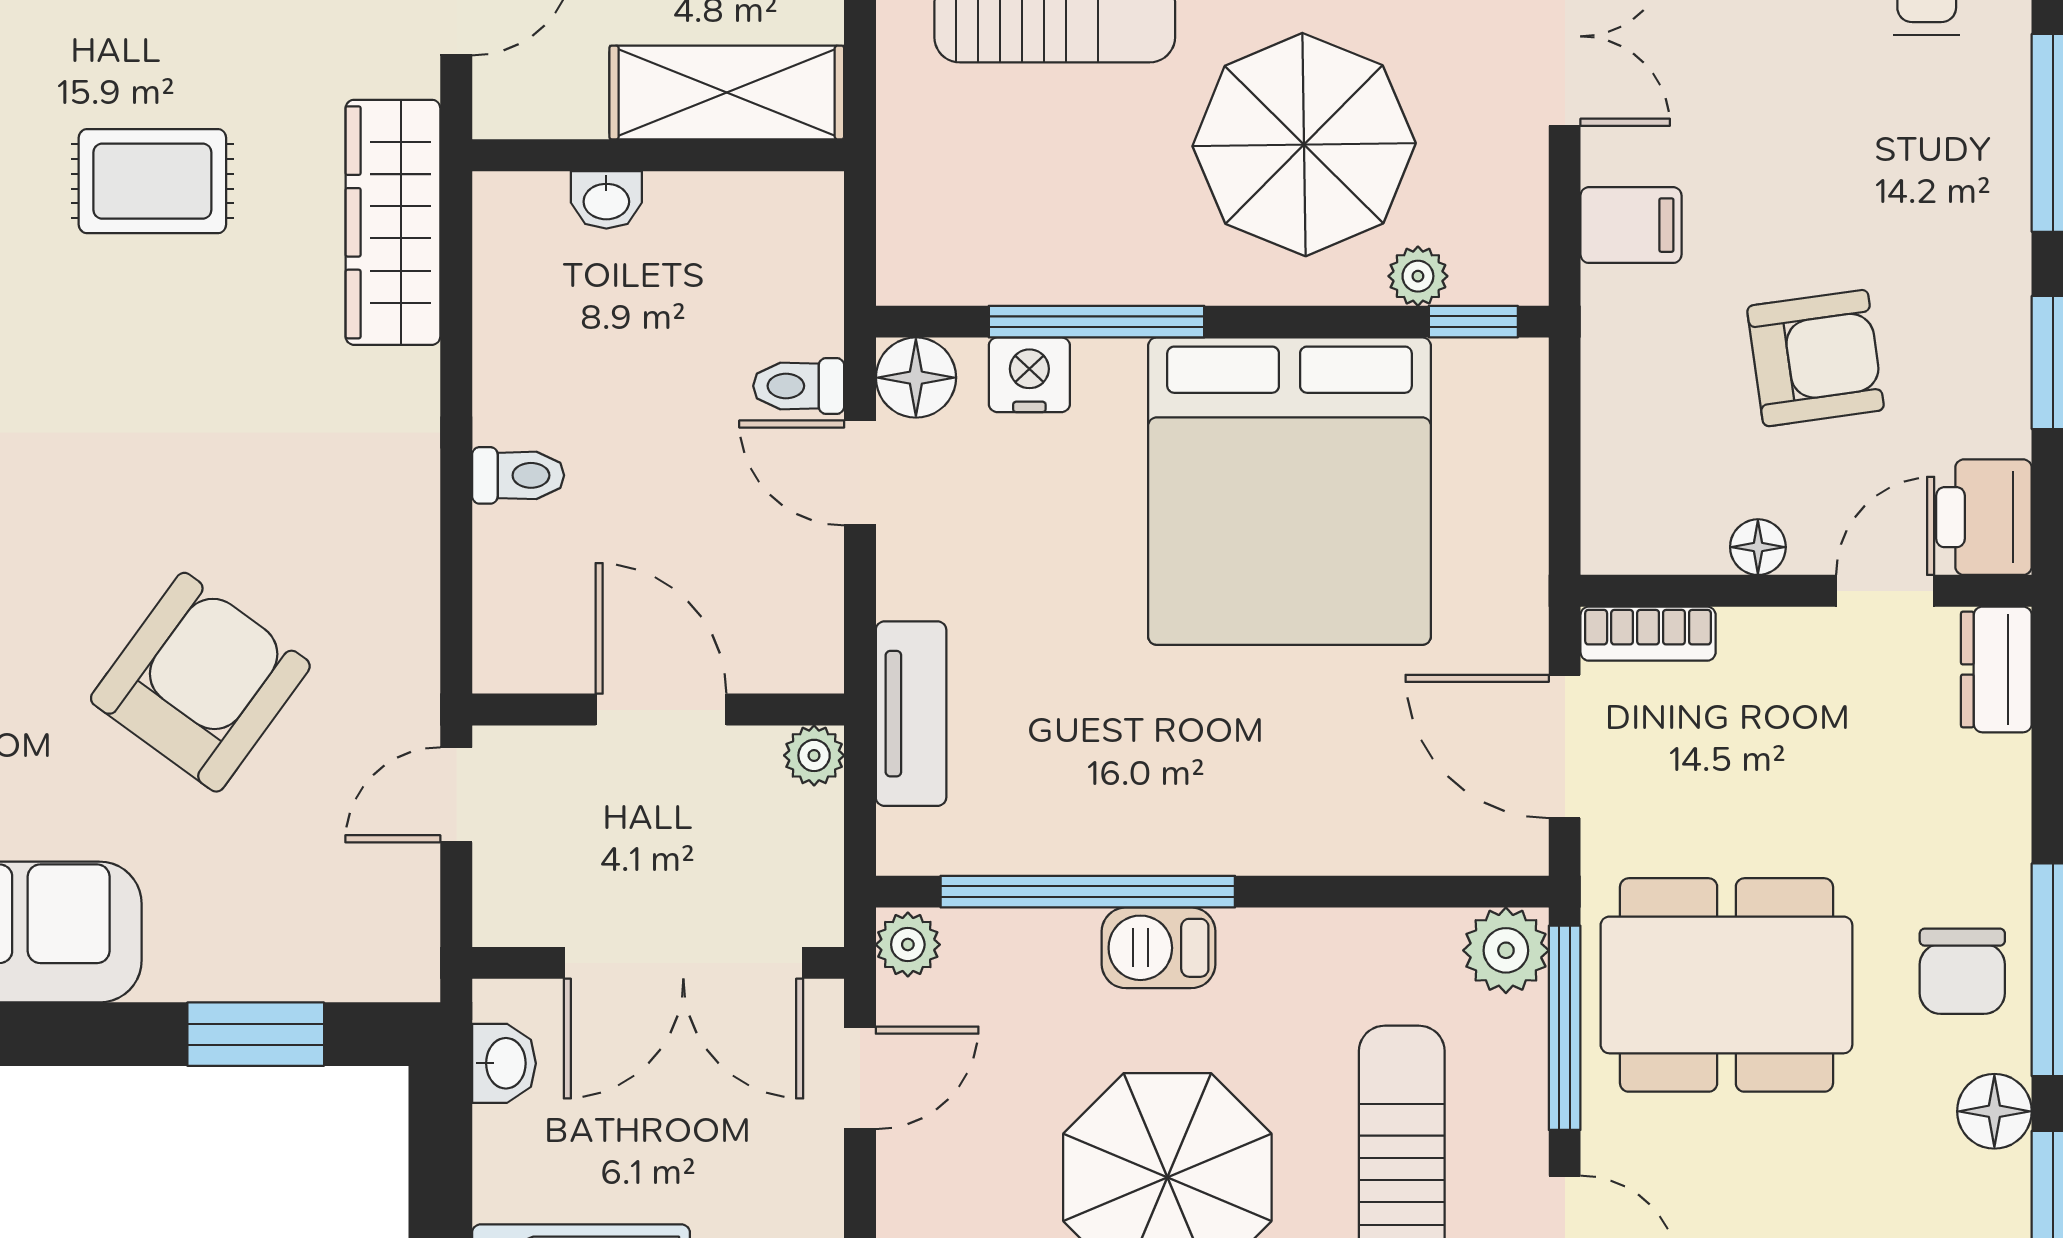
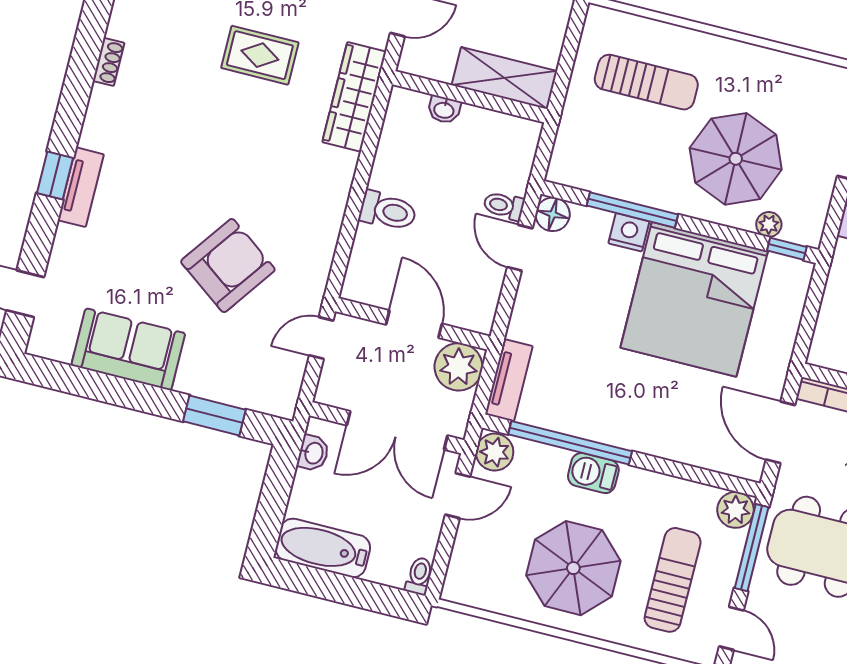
nightstand: (1029, 375) -> (629, 232), moved
toilet: (518, 475) -> (388, 211), width x1.37, depth x1.39
tv unit: (911, 714) -> (509, 380), moved
plant: (814, 755) -> (458, 367), width x1.87, depth x1.87
plant: (908, 945) -> (495, 452), width x1.38, depth x1.38

